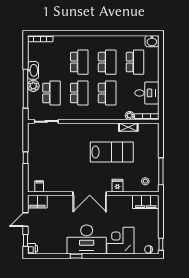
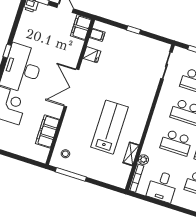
lab bench: (112, 152) -> (109, 127), turned 180
fridge: (117, 186) -> (92, 55), moved
filing cabinet: (146, 202) -> (47, 131), moved

